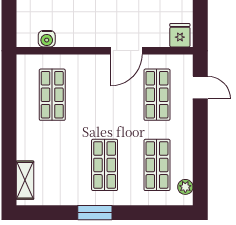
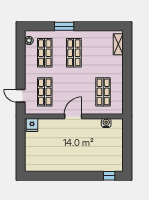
door: (126, 51) -> (73, 116), moved
window: (95, 213) -> (64, 26), moved

